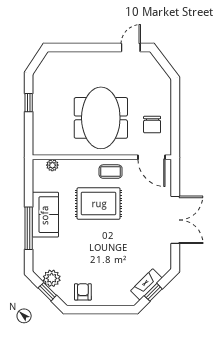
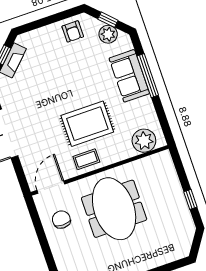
door: (151, 157) -> (51, 187), hinge flipped
plant: (52, 165) -> (144, 141), width x1.88, depth x1.88
sofa: (45, 215) -> (129, 76), moved

